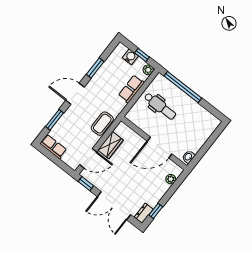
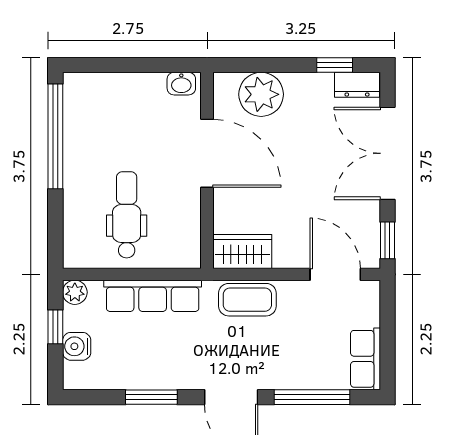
window: (183, 87) -> (55, 136), moved
row of seats: (131, 89) -> (153, 296), width x1.48
window: (55, 120) -> (312, 397), width x1.44
wardrobe: (110, 145) -> (242, 252), moved
plant: (171, 179) -> (261, 94), width x1.88, depth x1.88
double door: (114, 206) -> (388, 153), swing flipped

